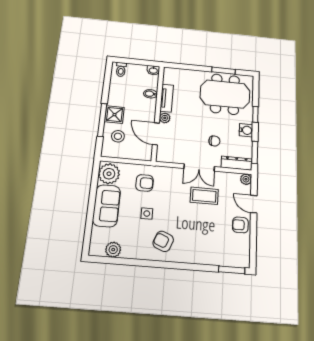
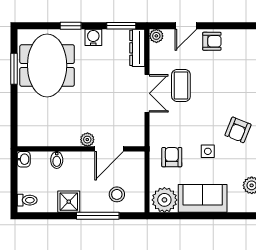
tv unit: (167, 98) -> (60, 139), removed
shower: (114, 115) -> (69, 202), moved
chair: (214, 141) -> (111, 76), removed
armchair: (240, 225) -> (212, 41), turned -90

